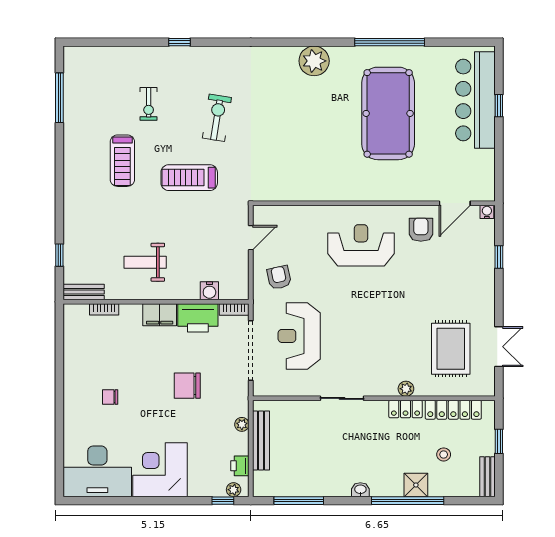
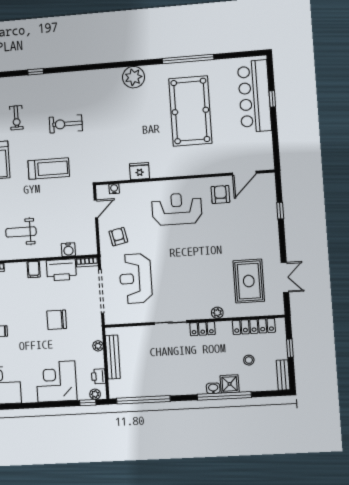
exercise bike: (217, 118) -> (66, 124), turned -99
treadmill: (189, 178) -> (49, 169), turned 180
fridge: (314, 190) -> (140, 171), added
water cooler: (487, 212) -> (114, 189), moved
filing cabinet: (160, 315) -> (34, 269), width x0.50
locker: (405, 409) -> (203, 329), moved
corner desk: (160, 470) -> (56, 381), moved
washbasin: (360, 490) -> (213, 388), moved
window: (299, 501) -> (143, 400), width x1.46

